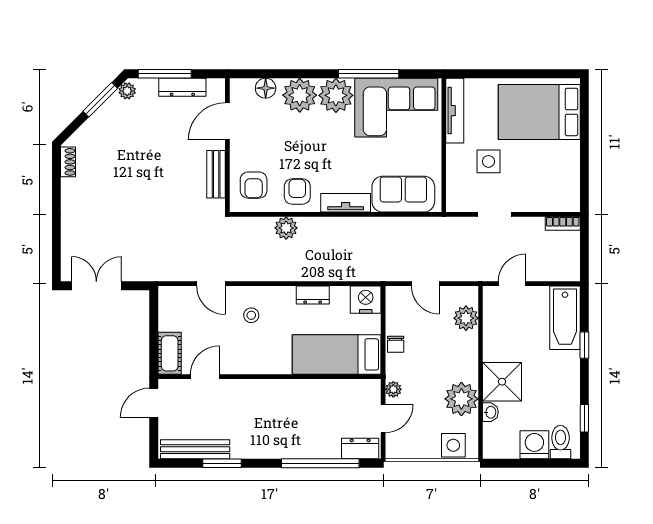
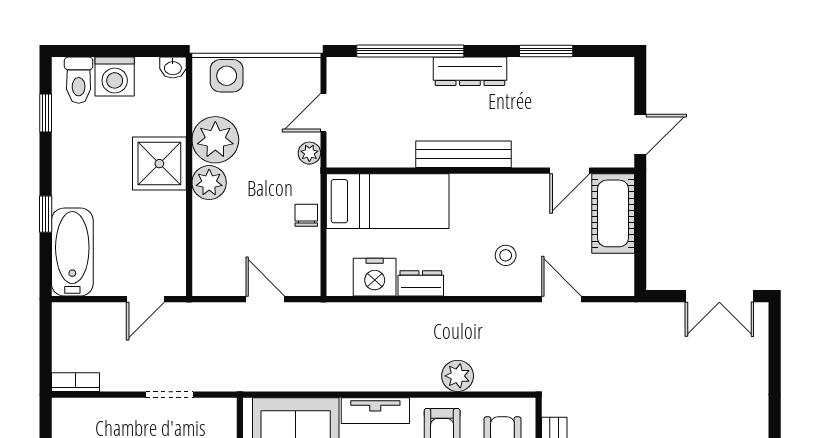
nightstand: (366, 300) -> (375, 277), moved
plant: (466, 318) -> (209, 183), moved
cot: (170, 353) -> (613, 213), width x1.37, depth x1.34
washbasin: (490, 412) -> (173, 68), moved, turned -90
bench: (195, 449) -> (463, 154), moved
dresser: (360, 449) -> (470, 71), moved, width x1.44

